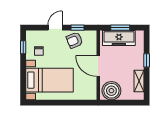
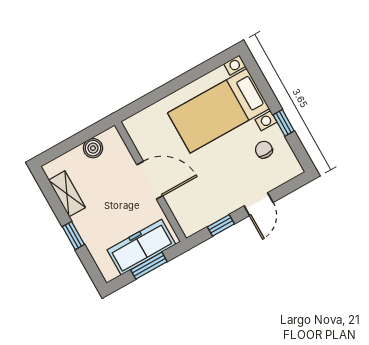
armchair: (74, 40) -> (214, 201), removed
window: (23, 47) -> (284, 123), moved
boiler: (111, 91) -> (93, 148), width x0.54, depth x0.54

